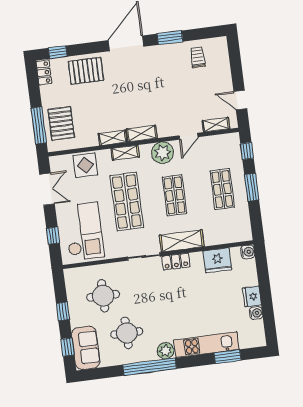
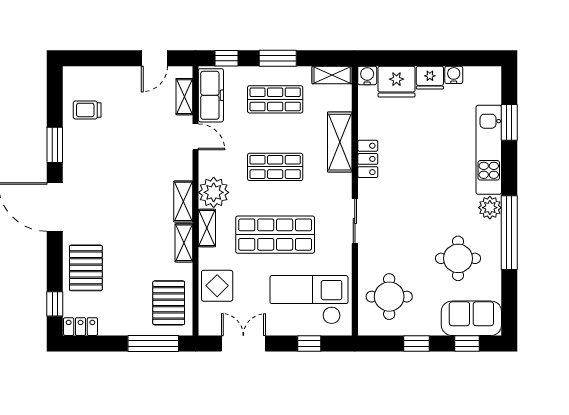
pallet: (61, 123) -> (169, 303), moved, turned 90
freezer: (219, 143) -> (211, 95), added
plant: (162, 153) -> (214, 192), moved
shelving: (245, 227) -> (332, 75), added
shelving: (182, 241) -> (340, 142), moved
fridge: (217, 260) -> (396, 82), moved, turned 90
locker: (176, 262) -> (368, 159), moved
round table: (103, 296) -> (389, 297), moved

